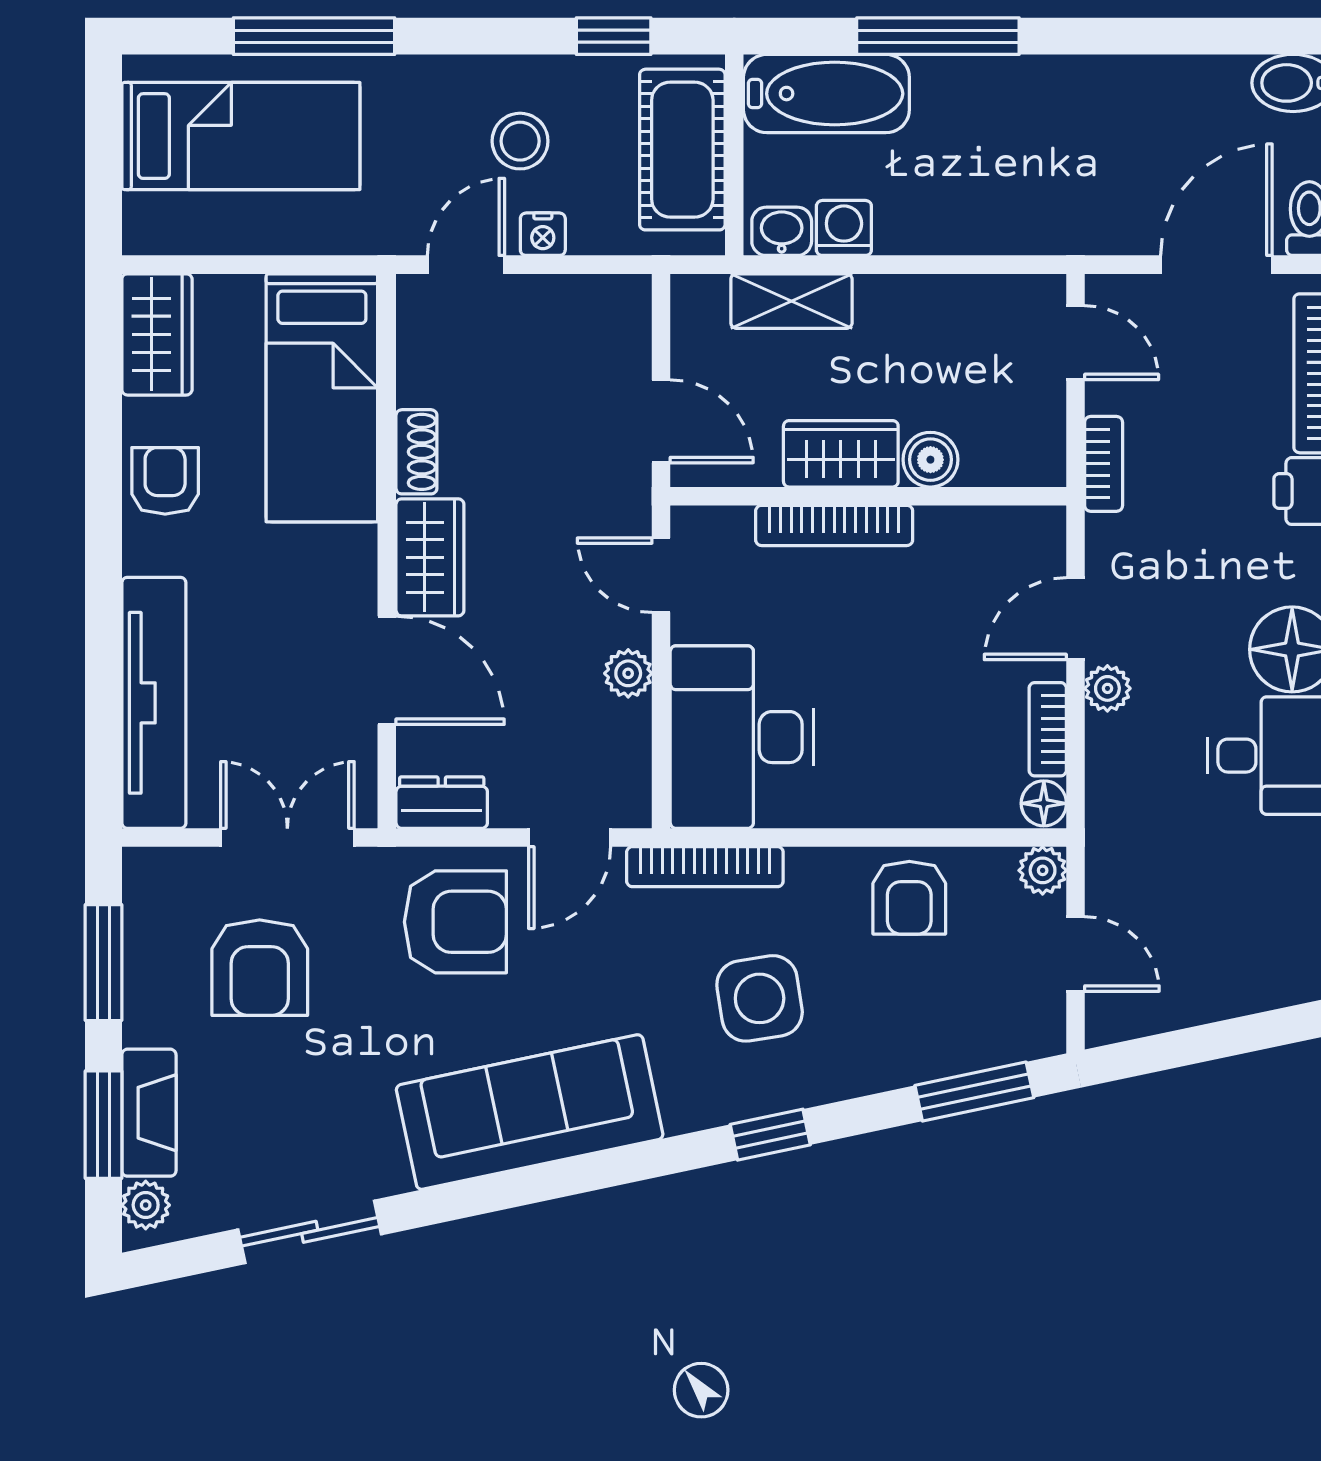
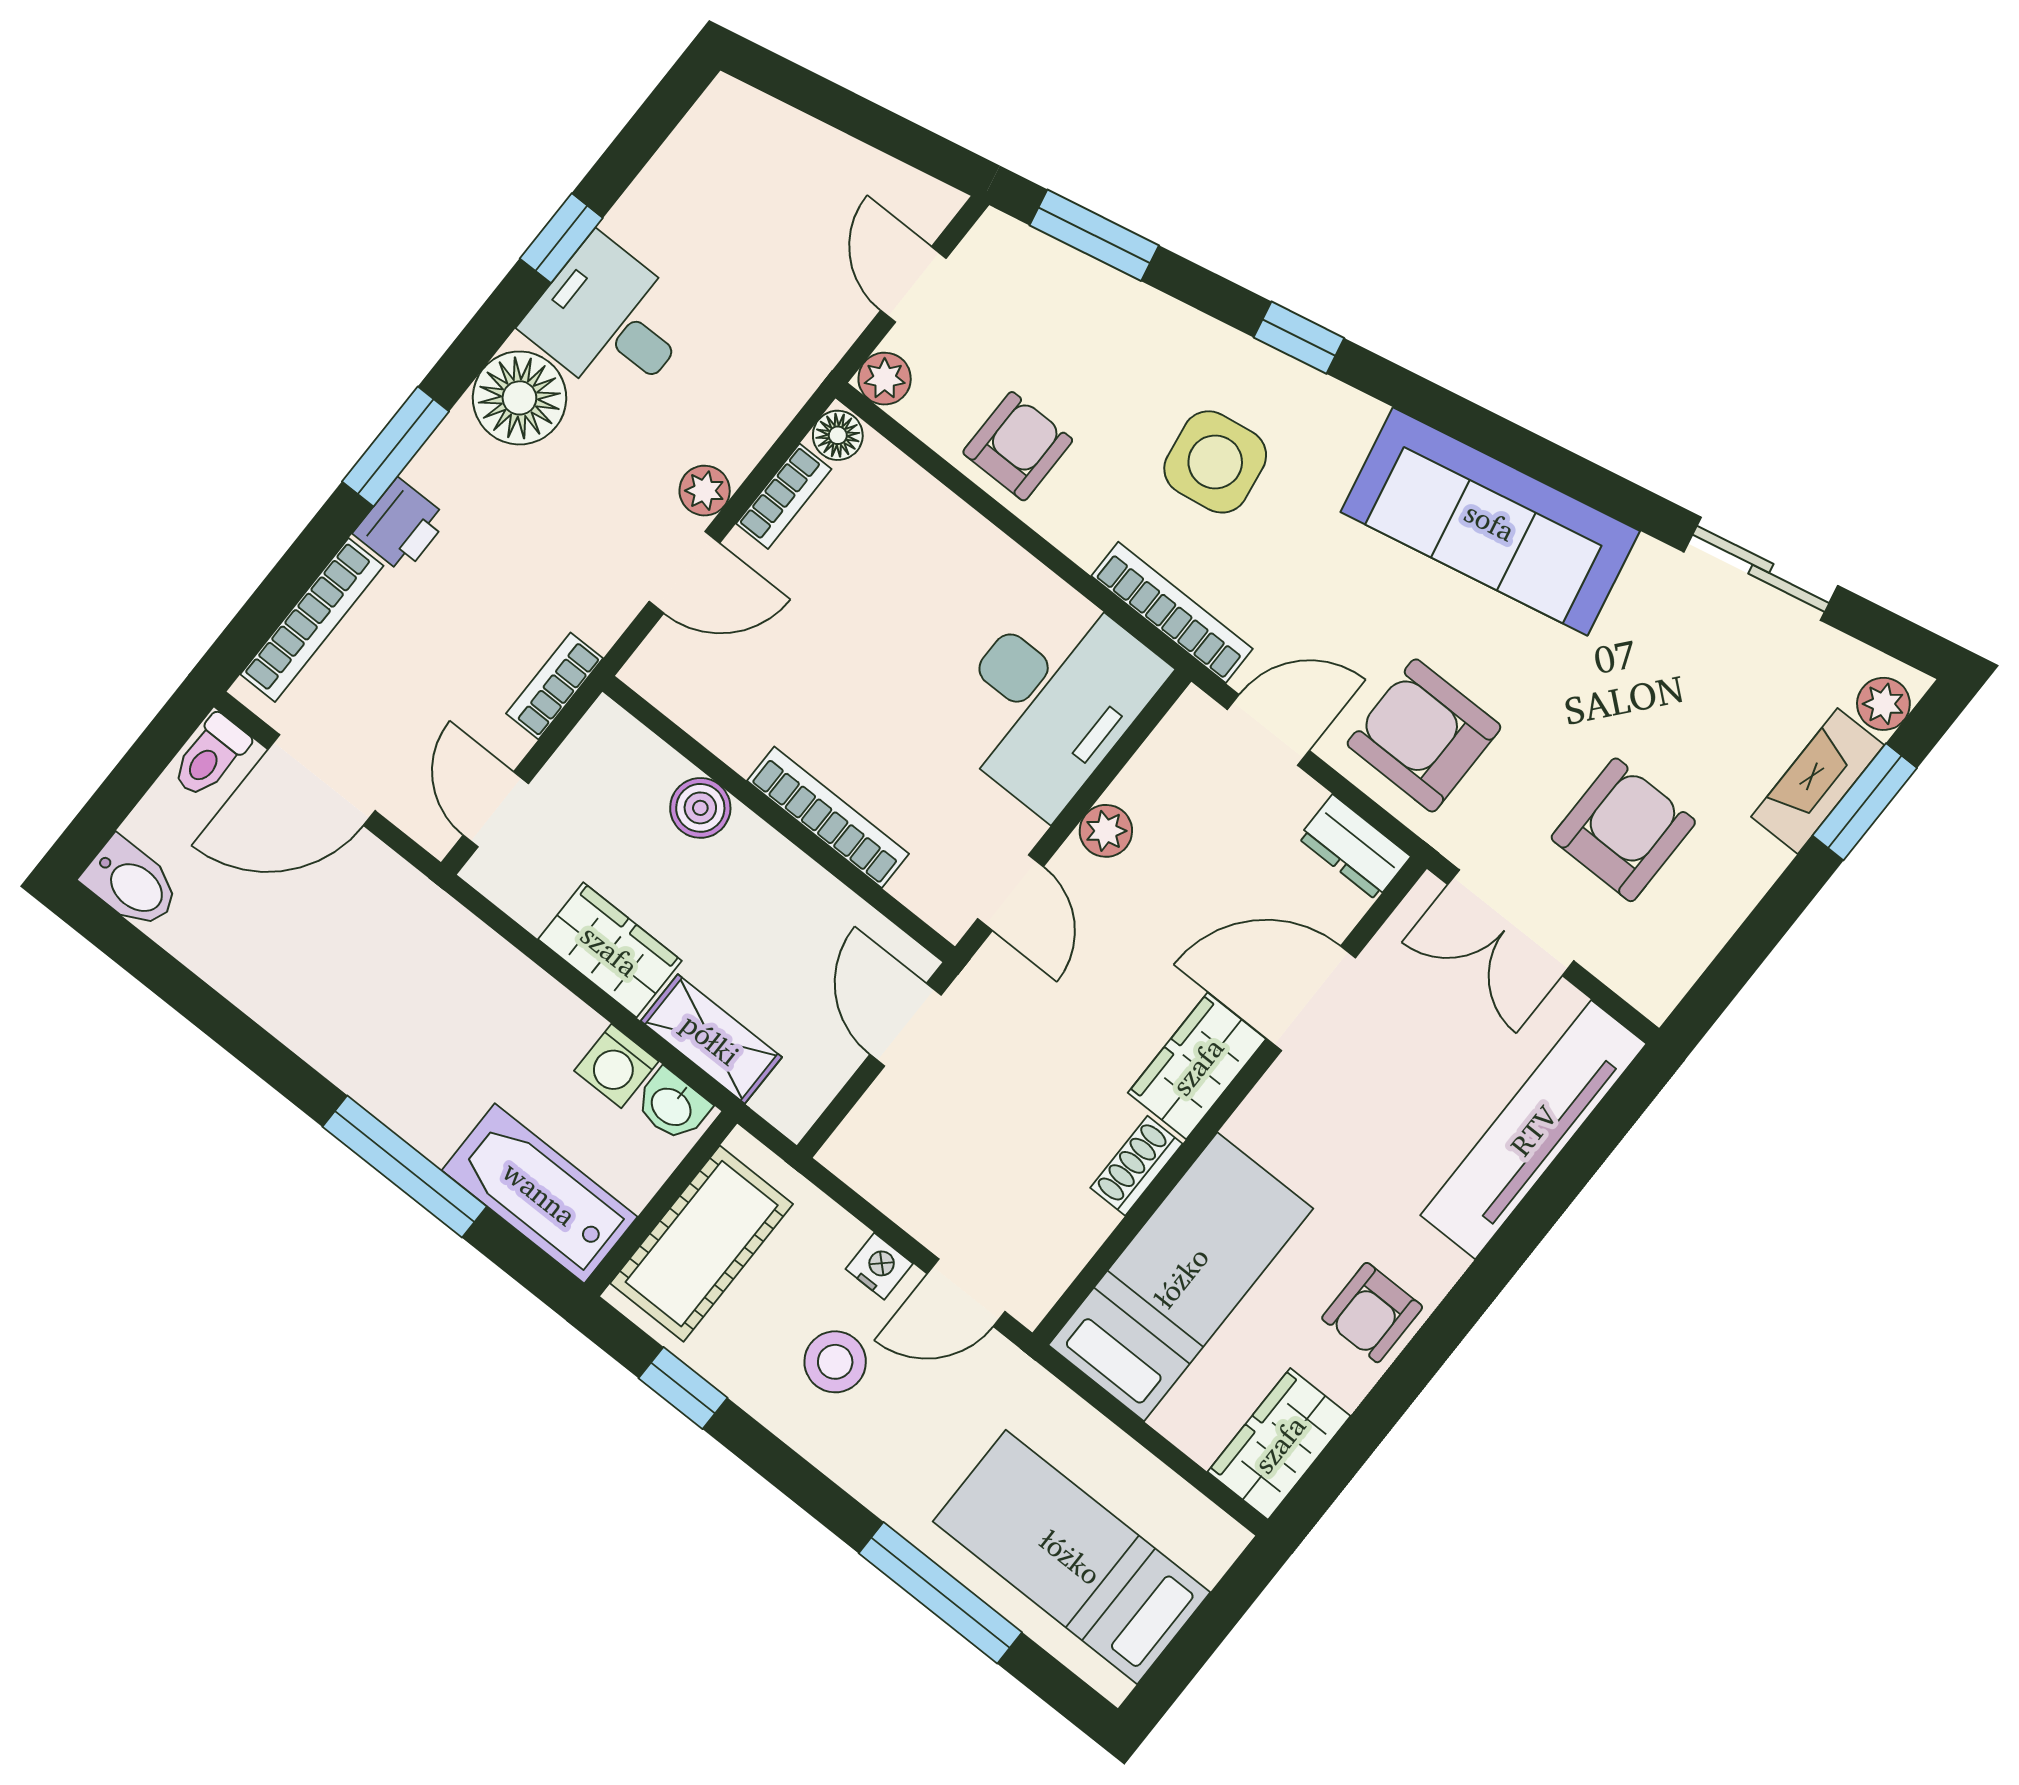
wardrobe: (841, 454) -> (610, 950), moved, turned 180
door: (387, 670) -> (1311, 998), hinge flipped
window: (103, 963) -> (1754, 941), removed

